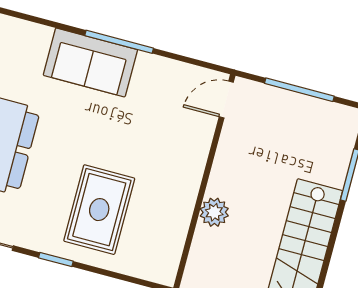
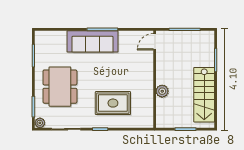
sofa: (90, 62) -> (92, 41), width x1.36
rug: (99, 210) -> (113, 103), turned 90

